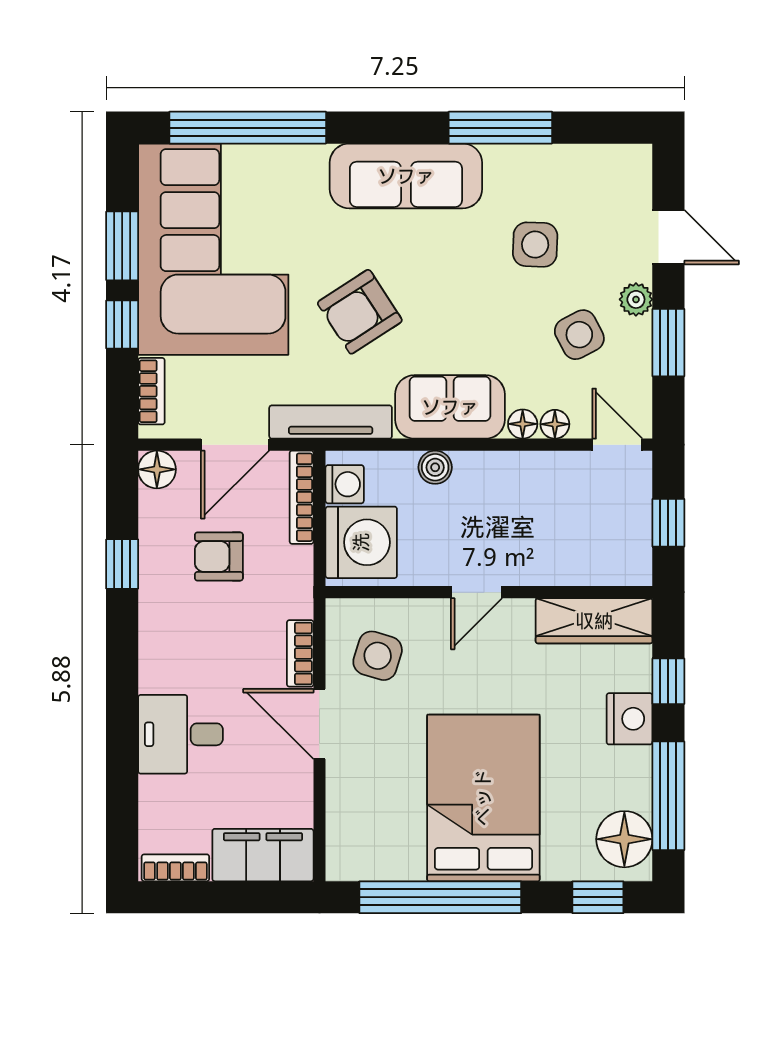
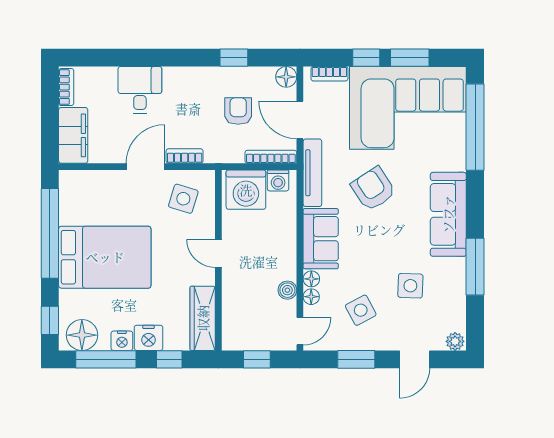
plant: (636, 299) -> (455, 341), moved
boiler: (435, 467) -> (287, 290), moved
nightstand: (635, 767) -> (122, 341), added

